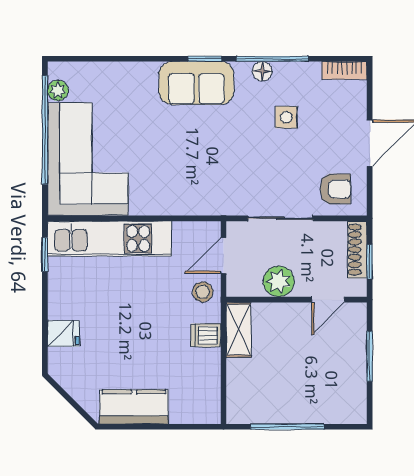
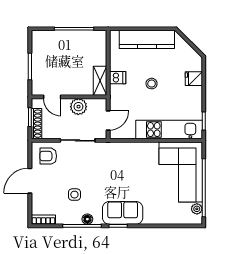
stool: (203, 292) -> (152, 84), moved
door: (328, 300) -> (52, 97), swing flipped
kitchen counter: (134, 407) -> (147, 39), width x1.50

